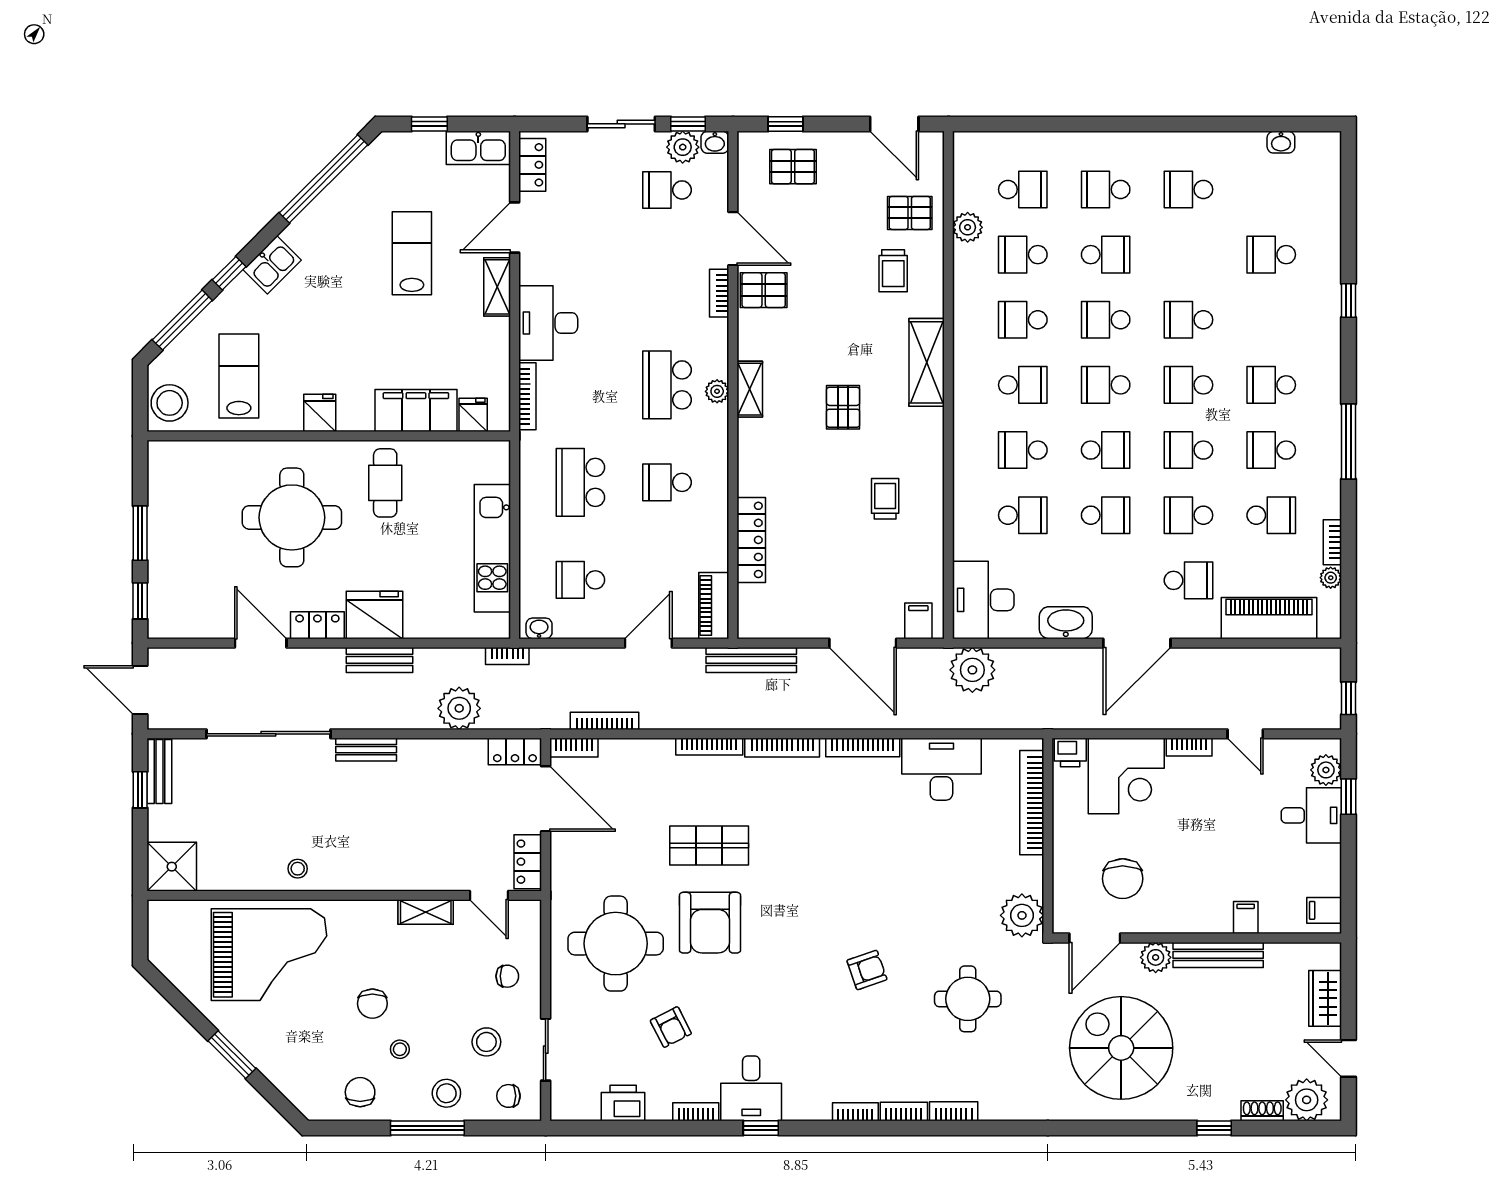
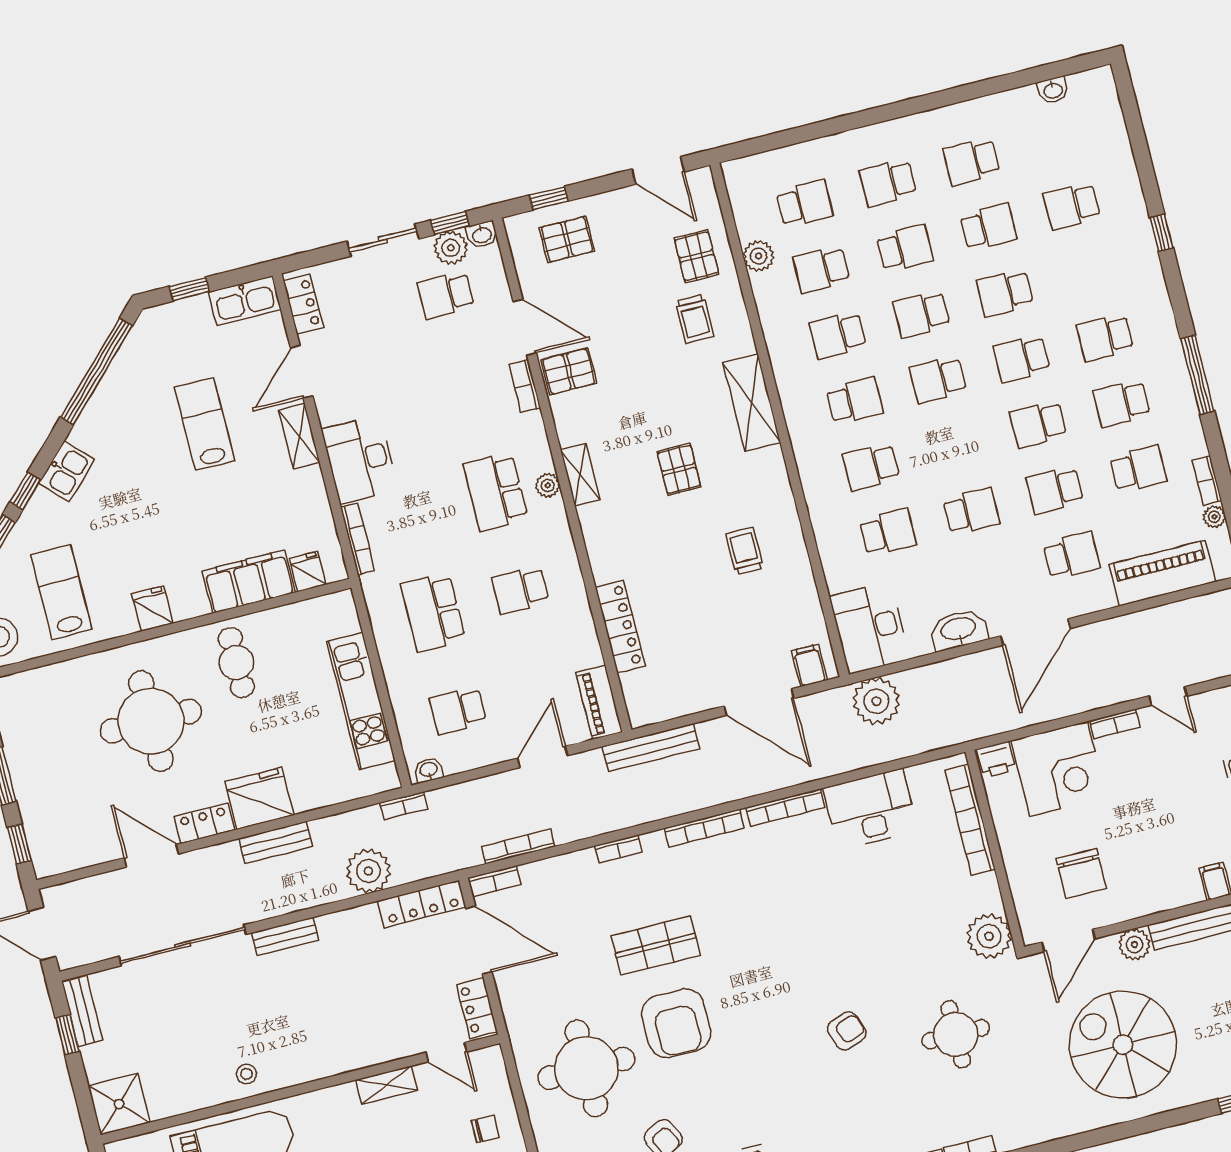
pallet: (910, 213) -> (697, 256), turned 90
school desk: (1106, 450) -> (988, 227), moved
bookcase: (709, 747) -> (618, 849), width x0.64
locker: (515, 751) -> (422, 904), width x1.53

